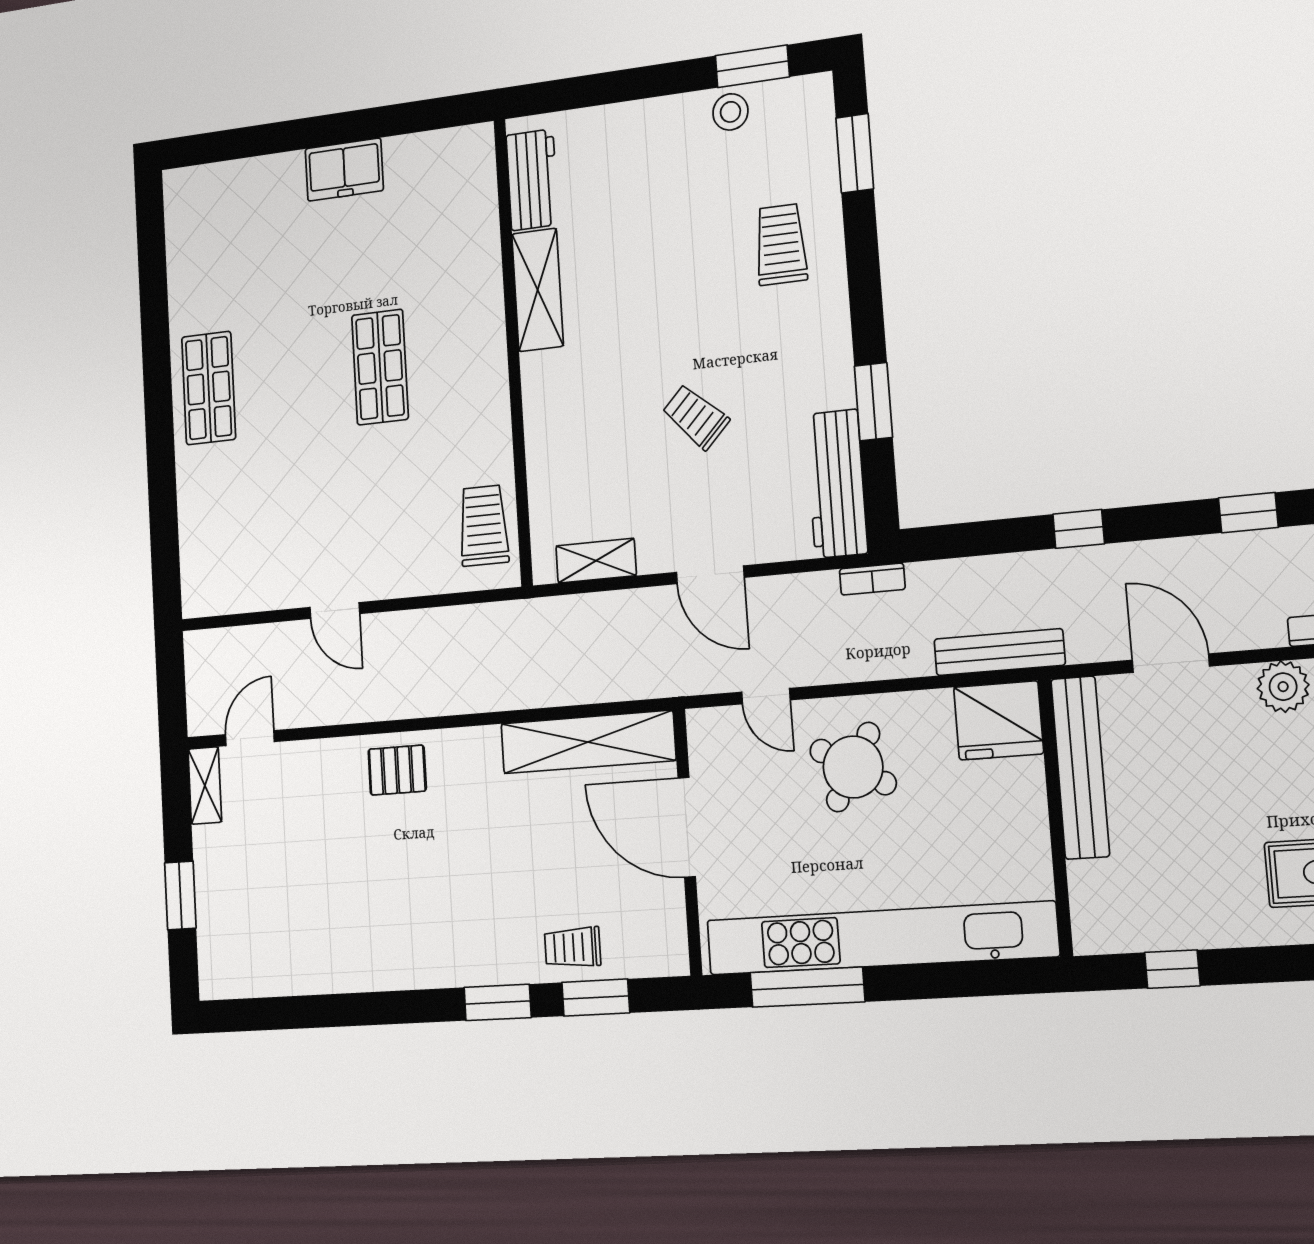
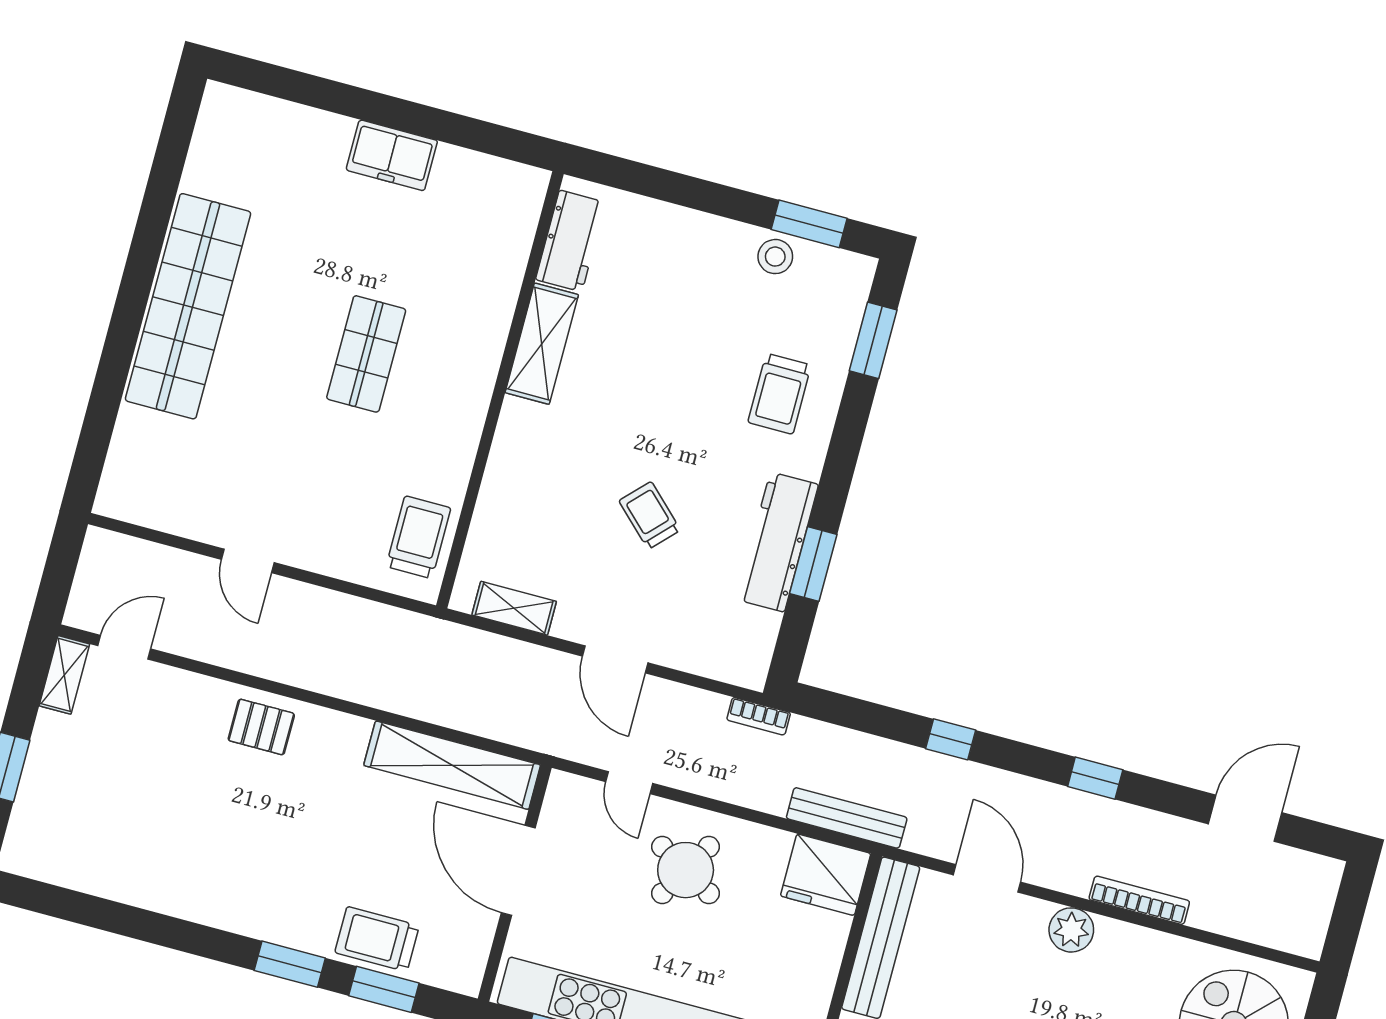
trolley: (781, 244) -> (780, 394), turned 180
shop shelf: (209, 388) -> (188, 306), width x2.00, depth x1.36
workbench: (836, 484) -> (777, 542), moved
trolley: (573, 947) -> (377, 939), width x1.36, depth x1.39

